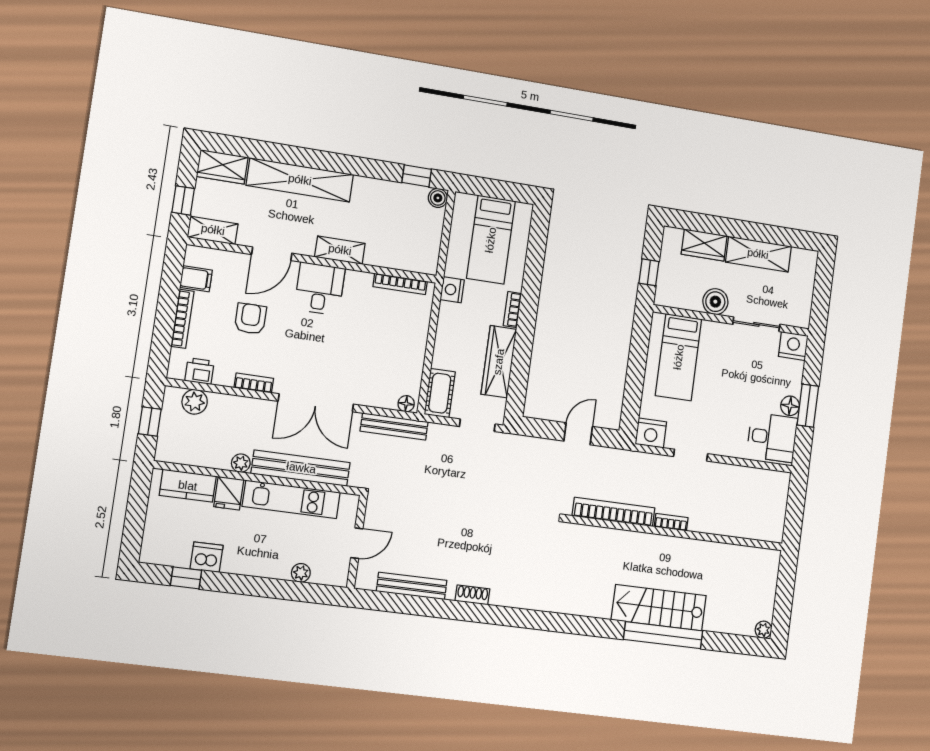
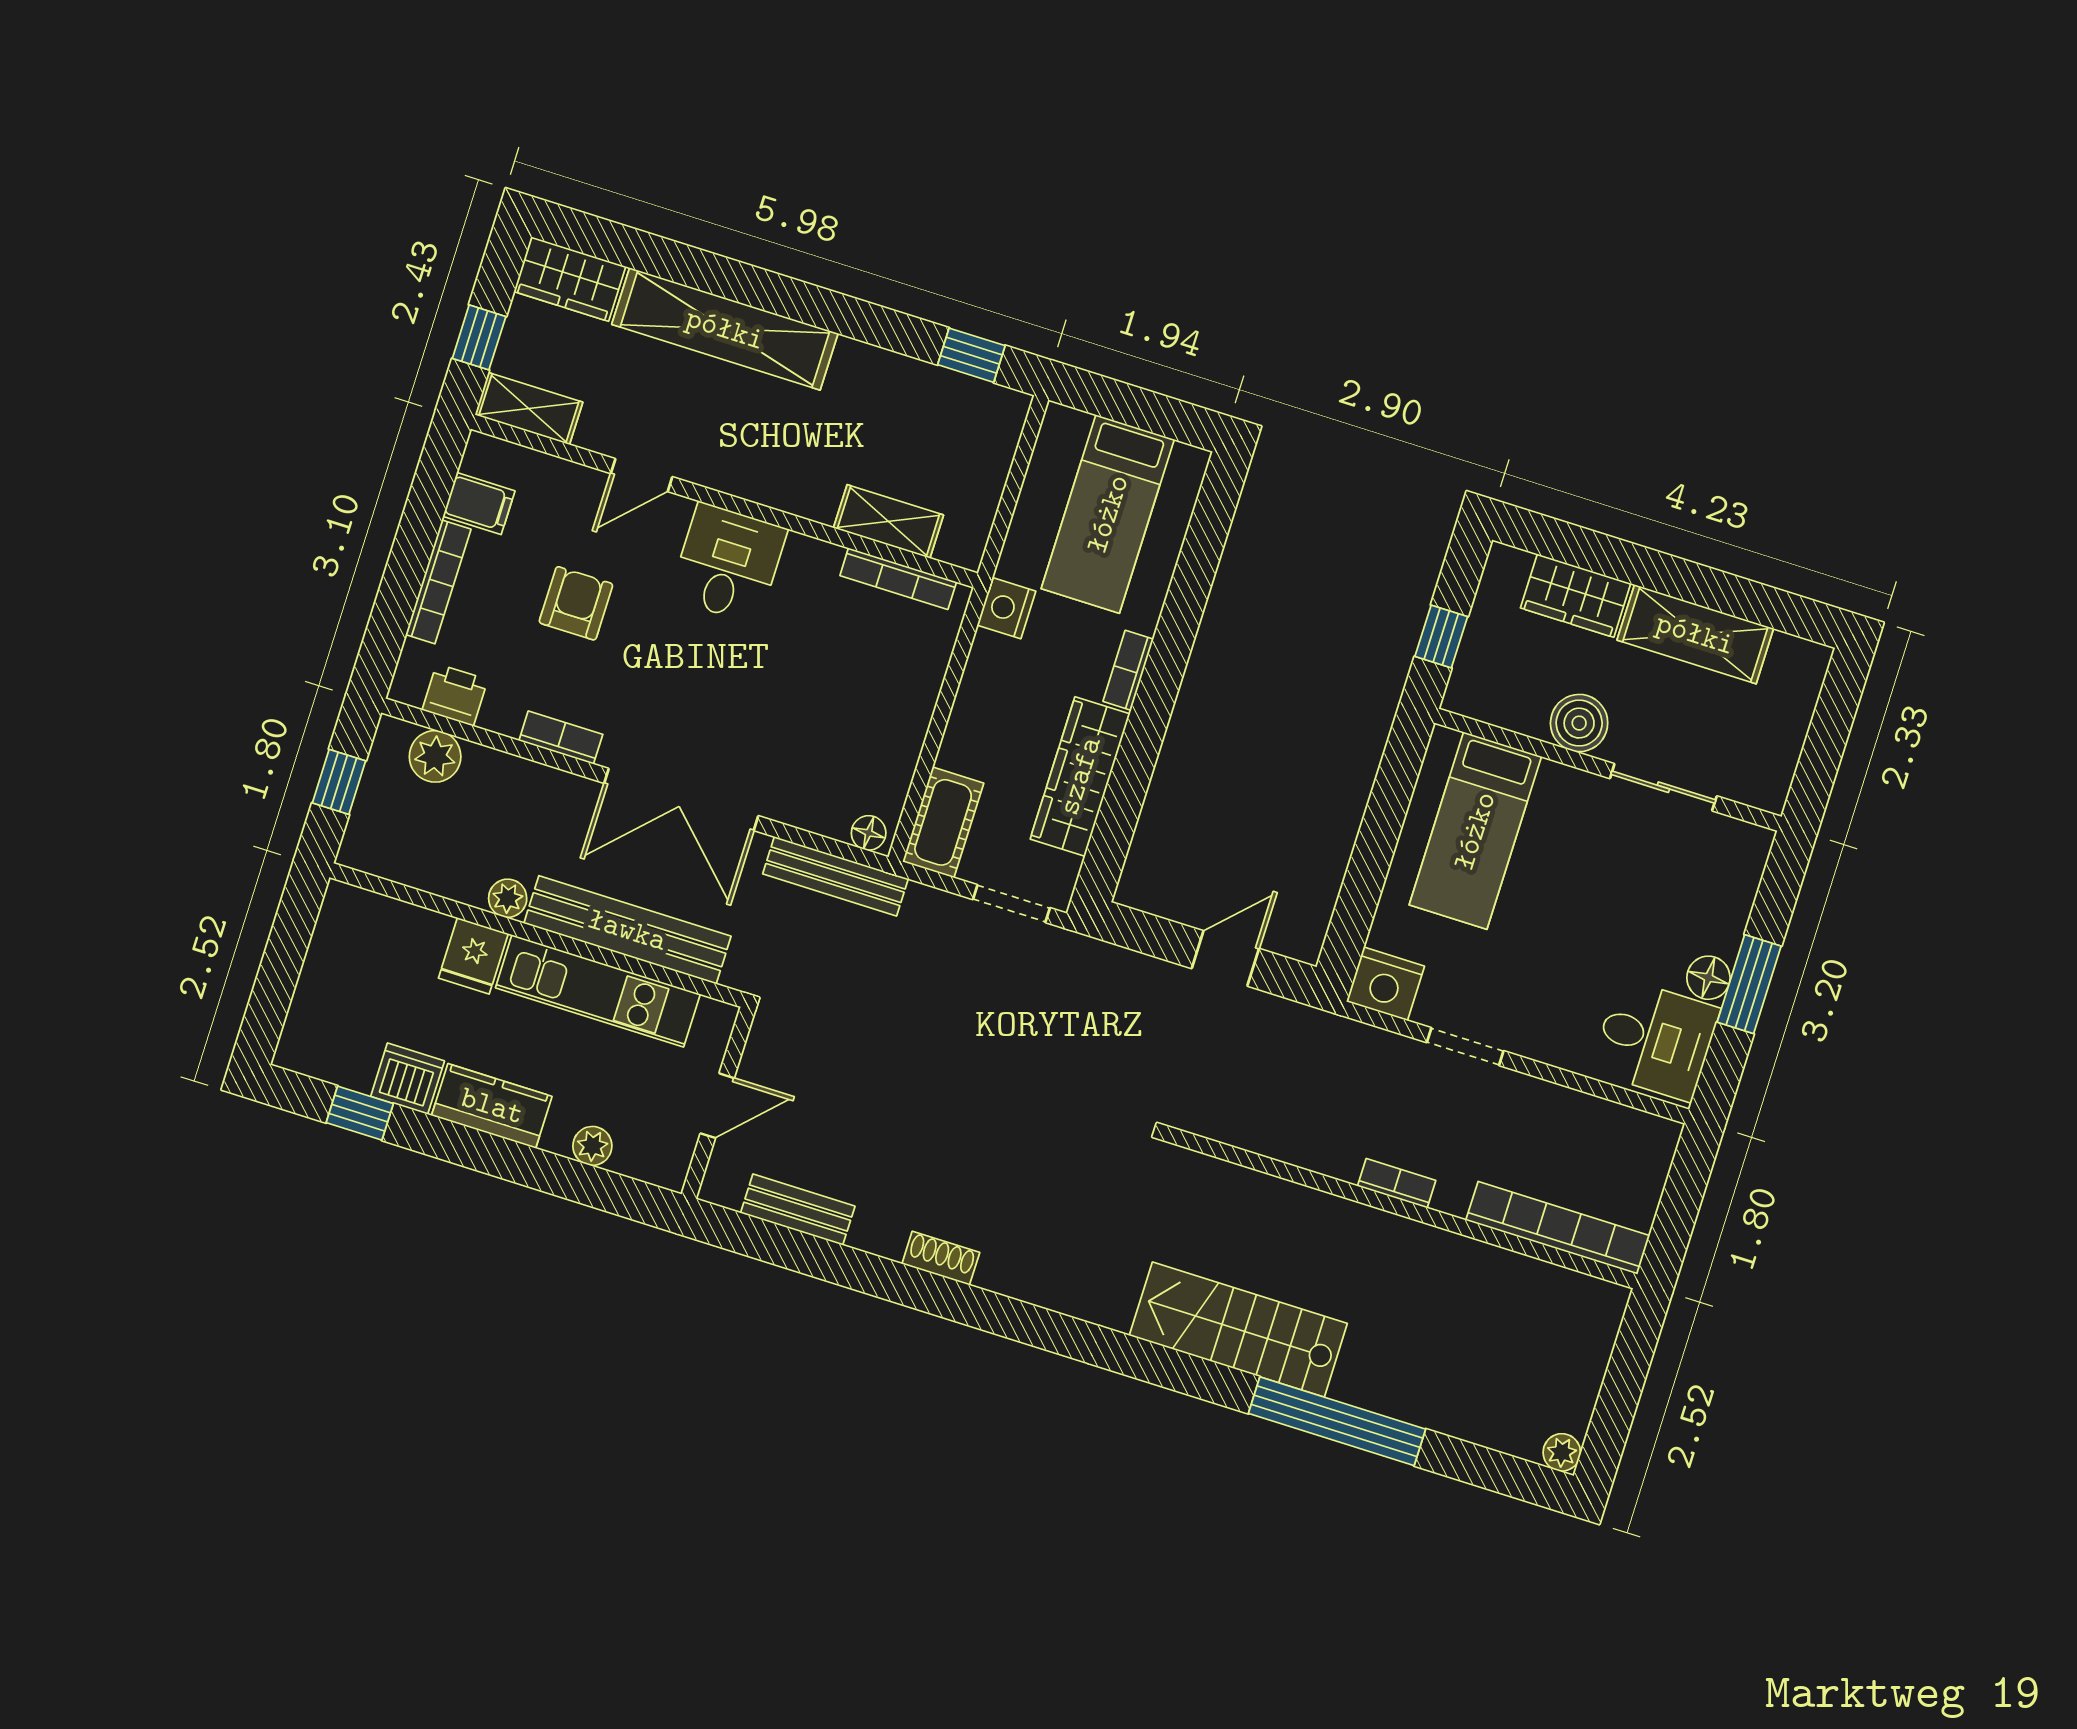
boiler: (438, 198) -> (1009, 409), removed
shelving: (340, 250) -> (888, 521), moved
door: (272, 254) -> (642, 475), width x0.73
nightstand: (793, 346) -> (1739, 848), removed
kitchen counter: (188, 486) -> (492, 1106), moved, turned 180
bookcase: (614, 512) -> (1558, 1228), moved
bench: (412, 586) -> (798, 1210), width x0.73
stairs: (659, 608) -> (1238, 1330), moved

